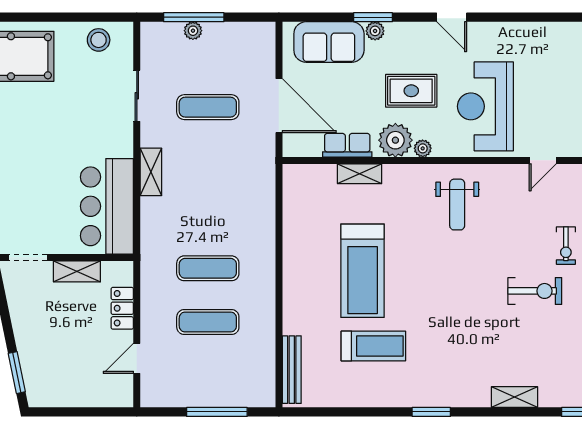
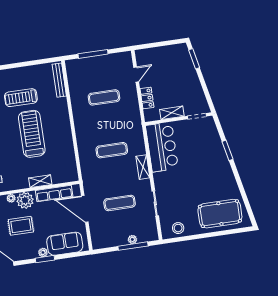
row of seats: (347, 145) -> (54, 193), width x1.48
exercise mat: (208, 268) -> (112, 150), moved

